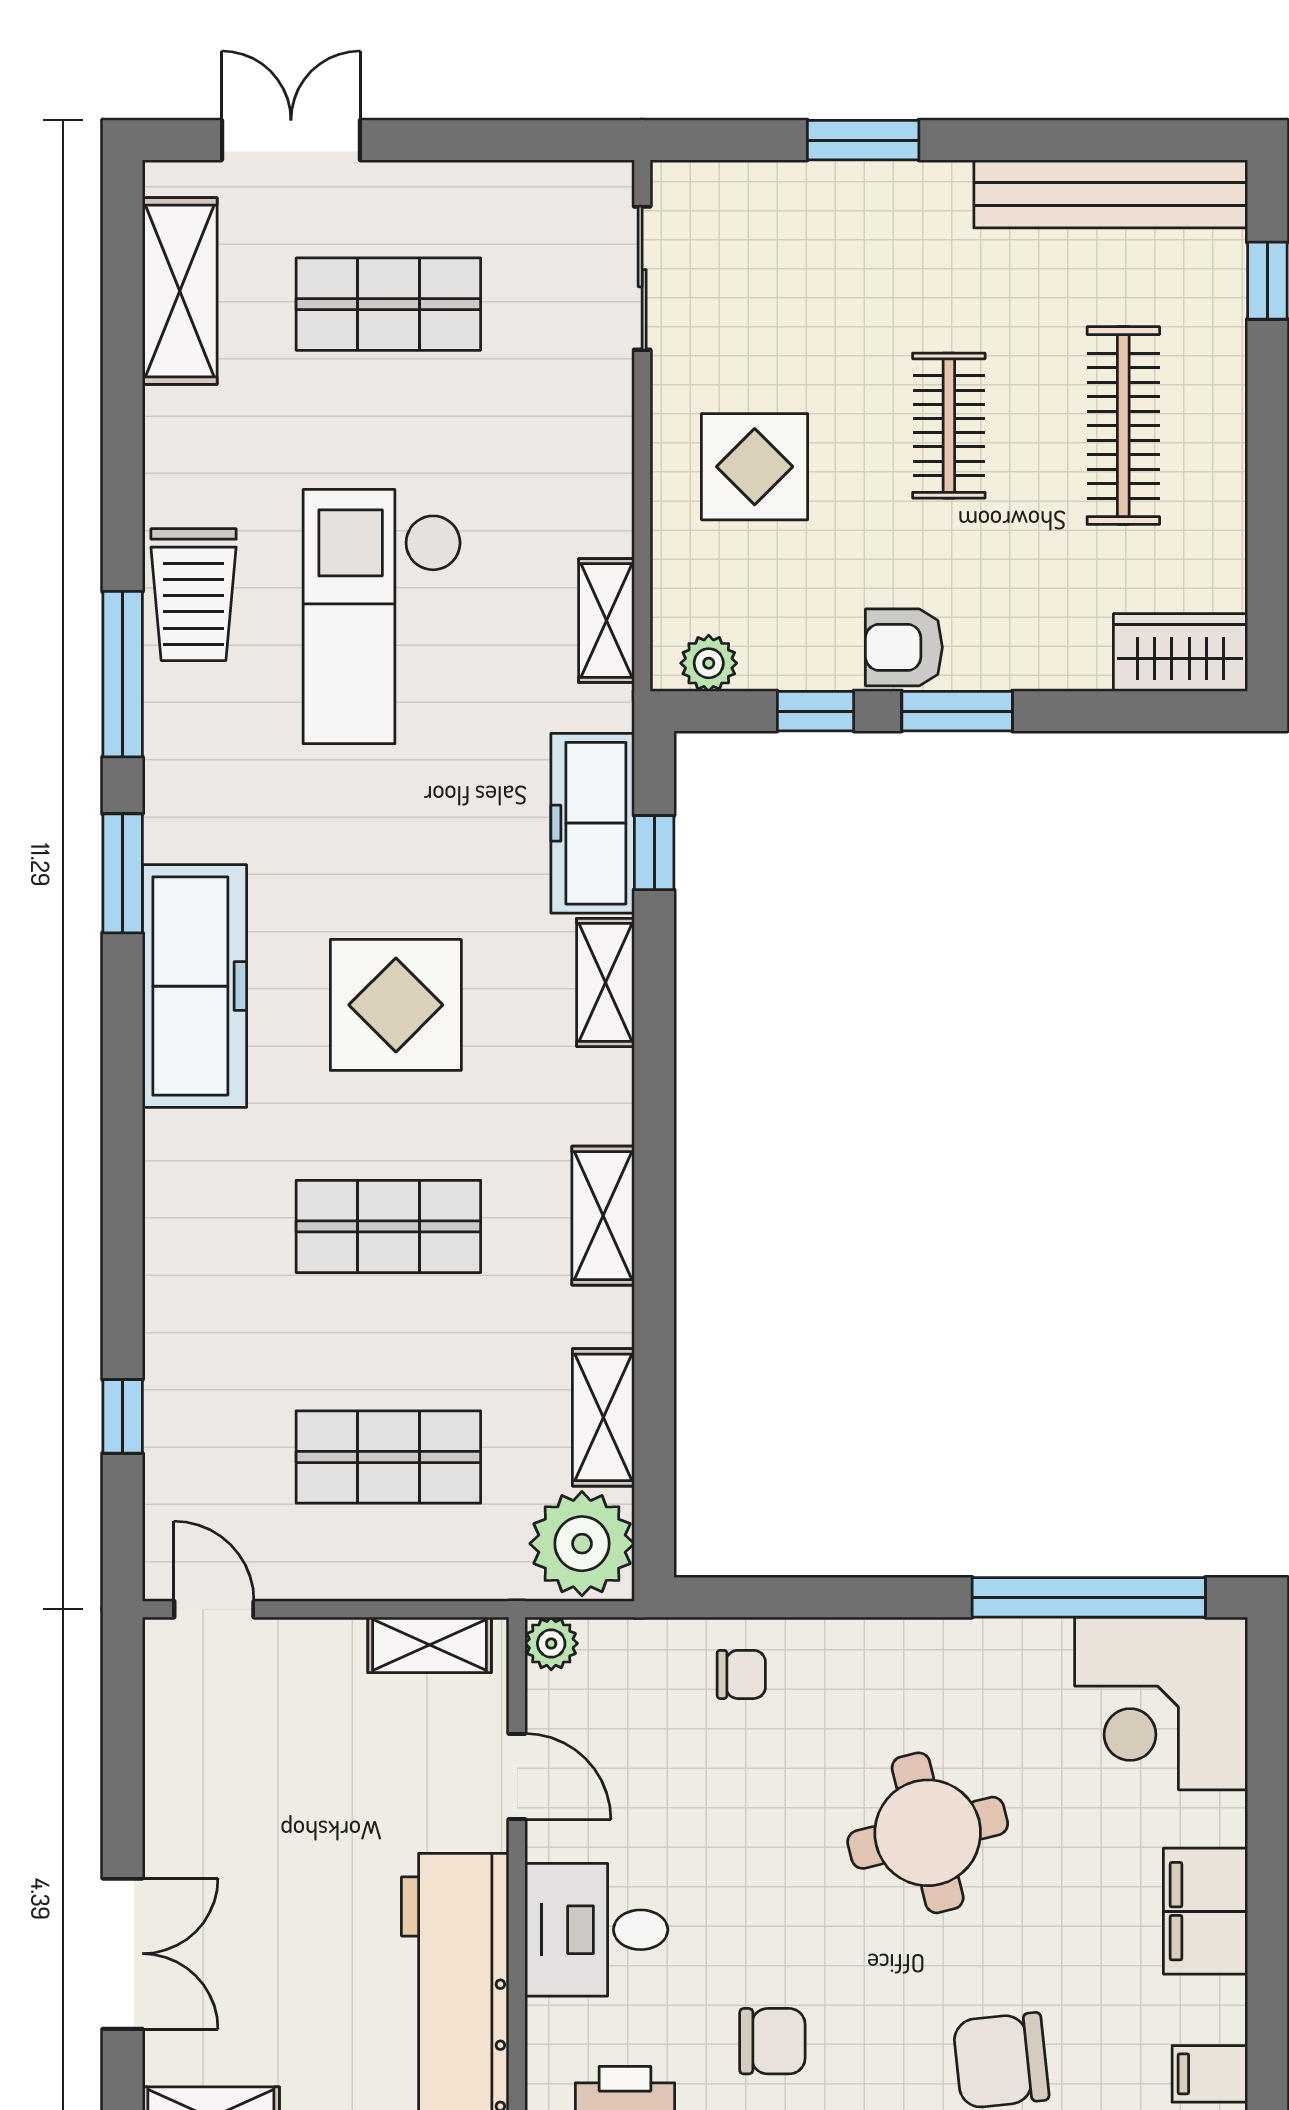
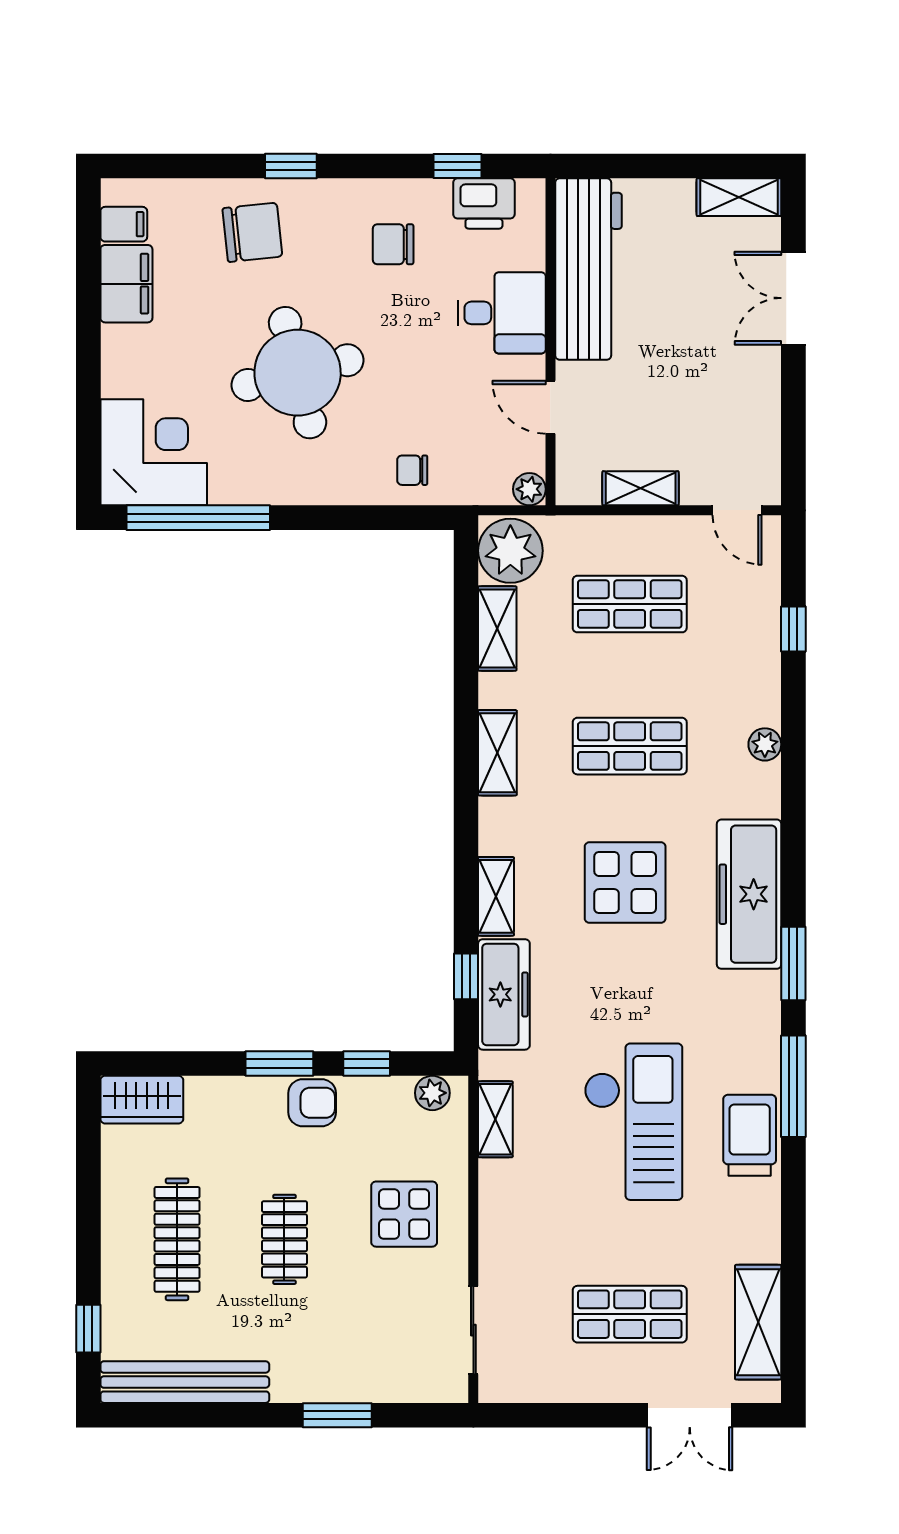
plant: (169, 1229) -> (765, 744), added
shelving: (430, 1645) -> (641, 488), moved
round table: (928, 1833) -> (298, 373), width x1.36, depth x1.36
filing cabinet: (1205, 1911) -> (126, 284), moved

